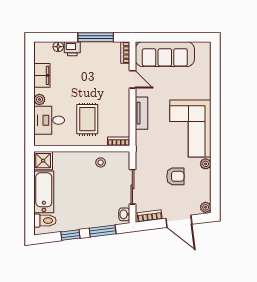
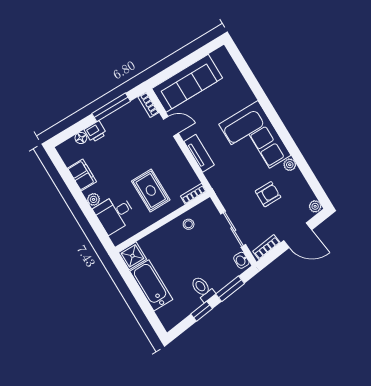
toilet: (45, 221) -> (203, 289), moved, turned -97

